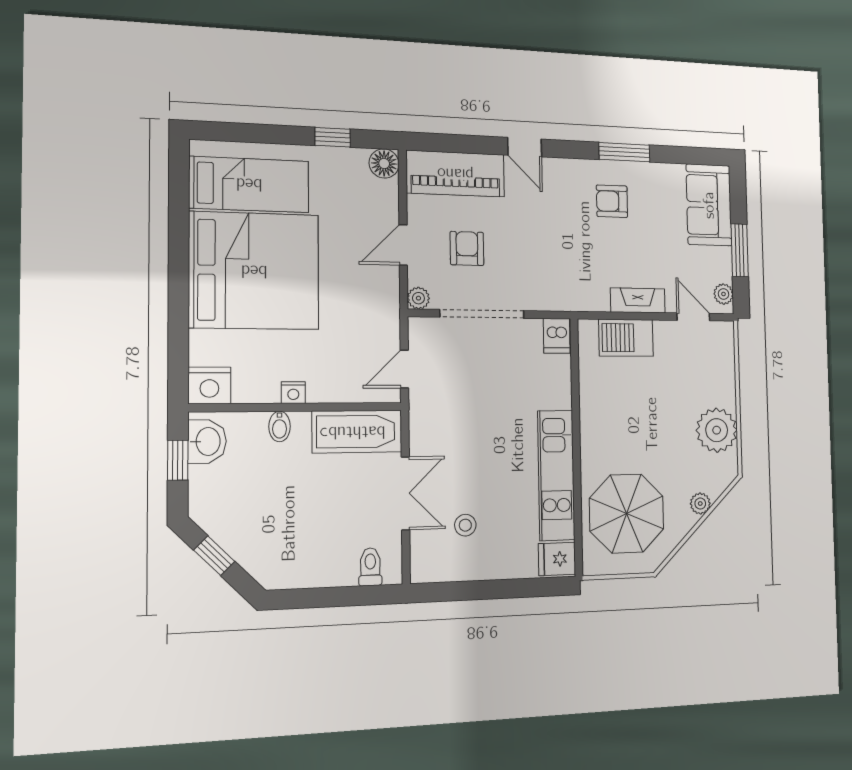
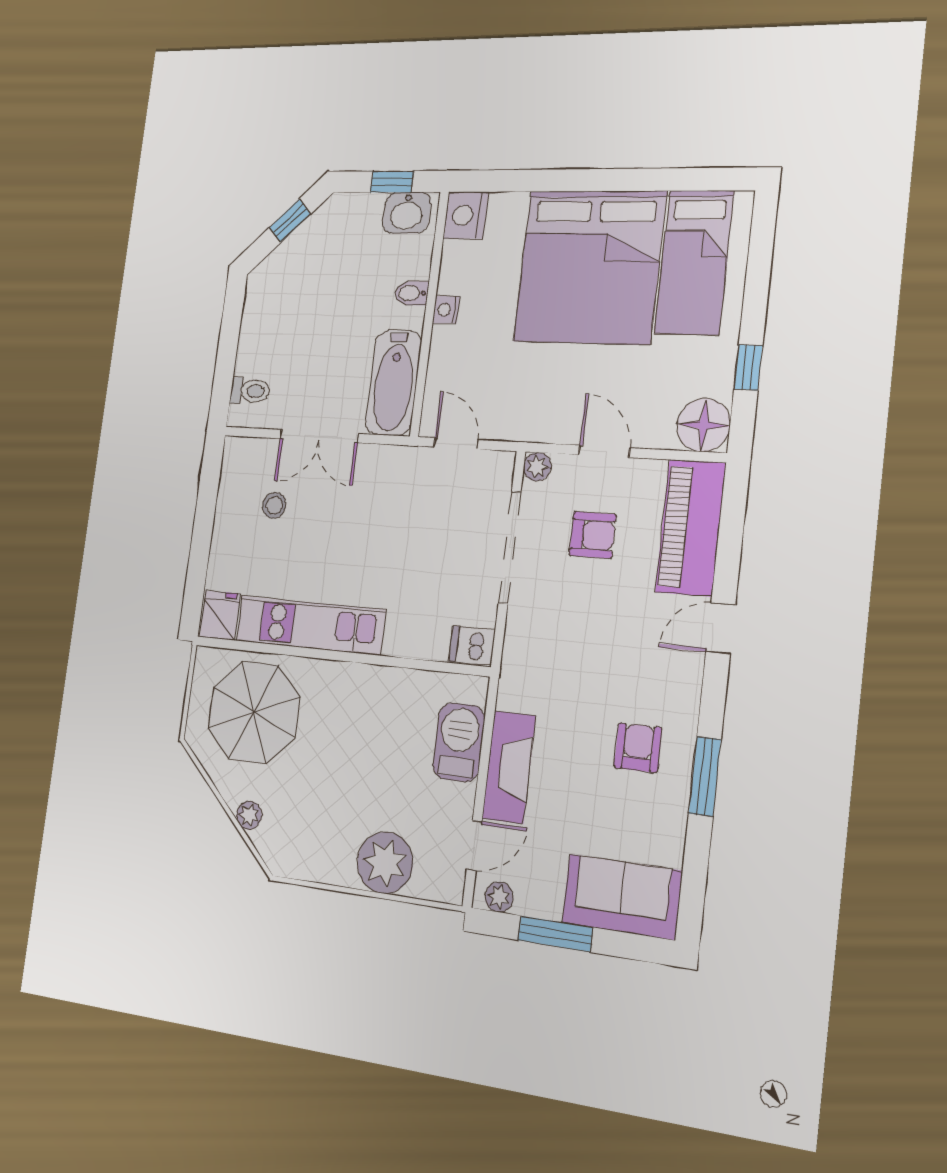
floor lamp: (384, 163) -> (704, 425), width x1.38, depth x1.38
fireplace: (638, 300) -> (509, 767), width x1.37, depth x1.32
plant: (717, 430) -> (385, 863), moved

